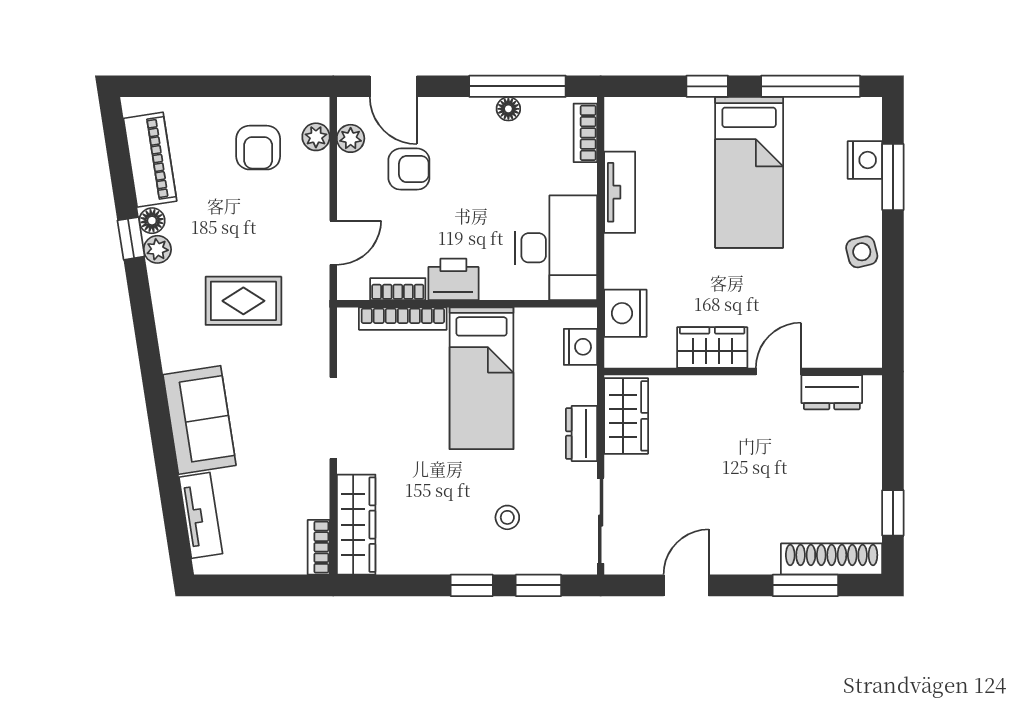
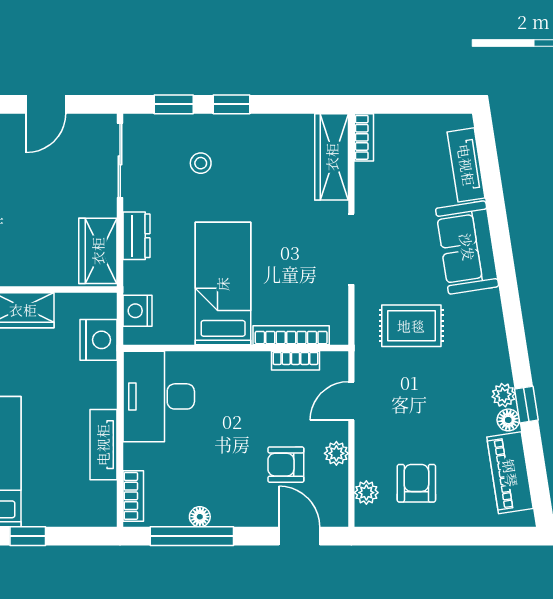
plant: (351, 138) -> (336, 453), moved
printer: (453, 279) -> (247, 369), removed
rug: (243, 301) -> (411, 326), moved

